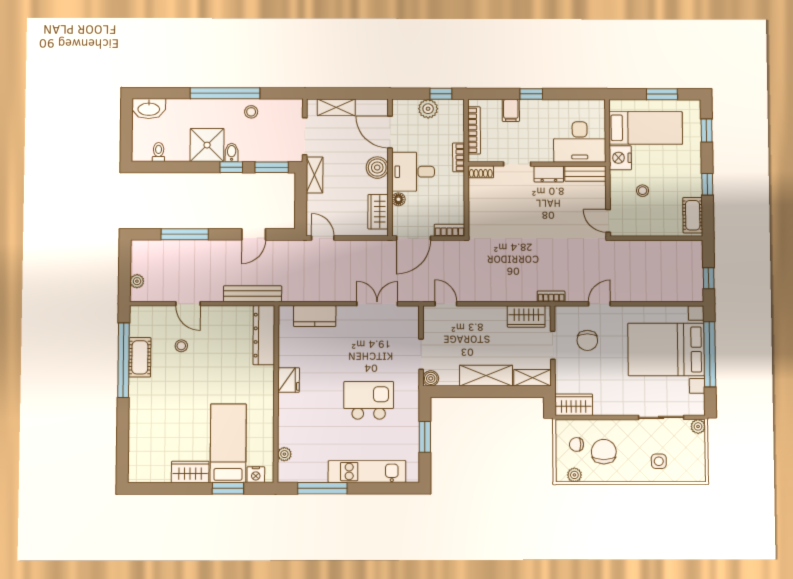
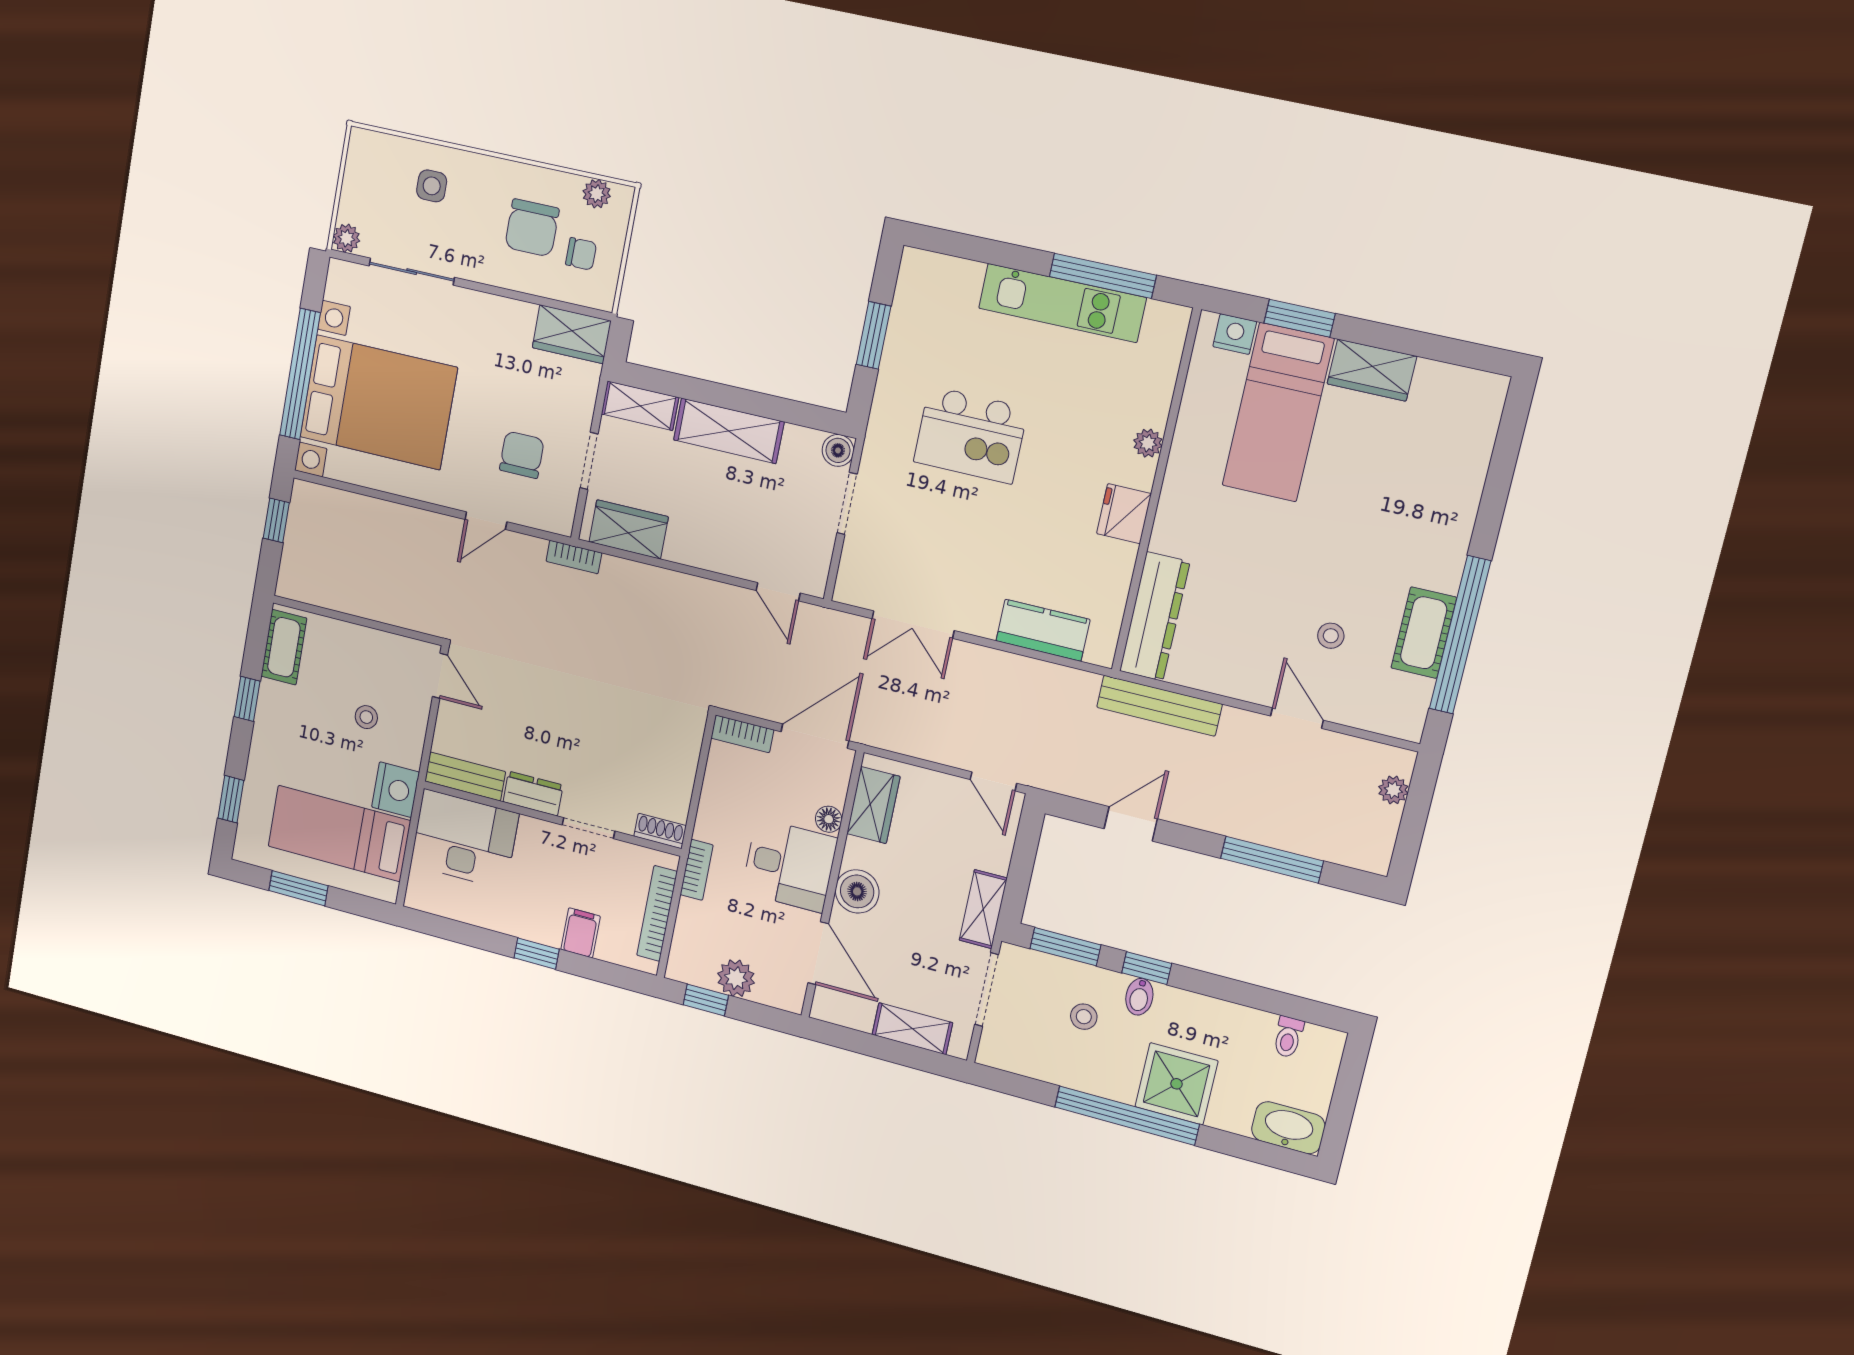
stool: (251, 112) -> (1084, 1017), moved
shower: (207, 145) -> (1176, 1084), moved
plant: (284, 454) -> (1148, 443), moved
kitchen unit: (367, 472) -> (1062, 303), moved

